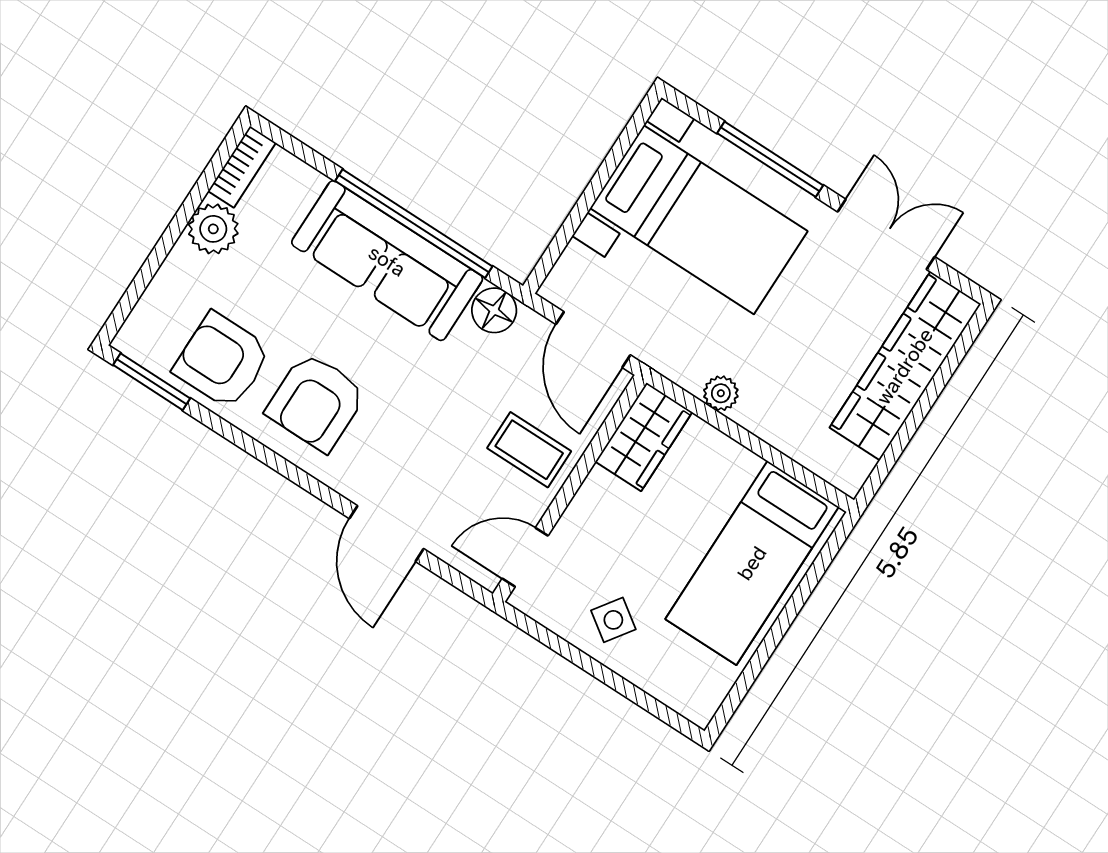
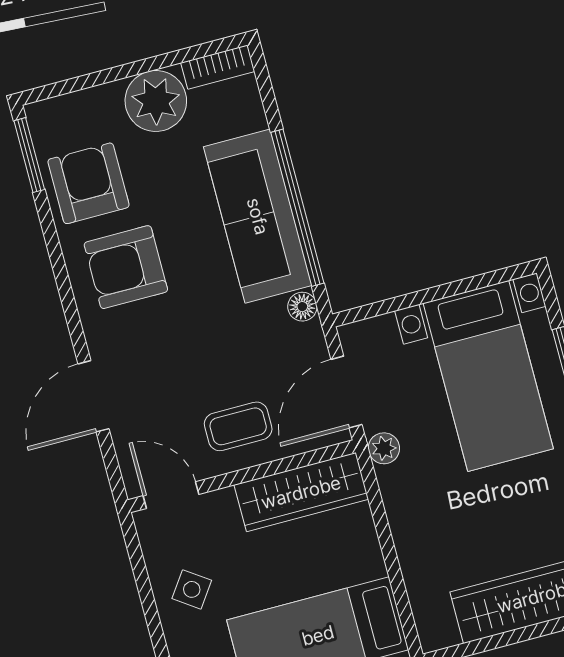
plant: (213, 229) -> (156, 101), width x1.36, depth x1.36
floor lamp: (494, 310) -> (302, 307), width x0.73, depth x0.73
plant: (721, 393) -> (384, 448), moved
wardrobe: (644, 437) -> (301, 492), width x1.50
coffee table: (529, 450) -> (238, 426), turned 90

